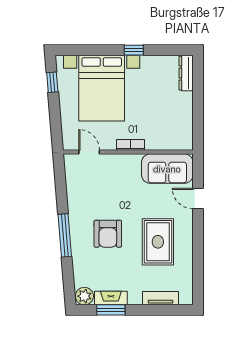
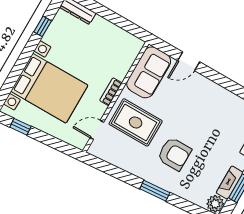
window: (134, 50) -> (43, 26), moved
window: (65, 235) -> (155, 191), width x0.69
rug: (158, 242) -> (136, 122), moved

